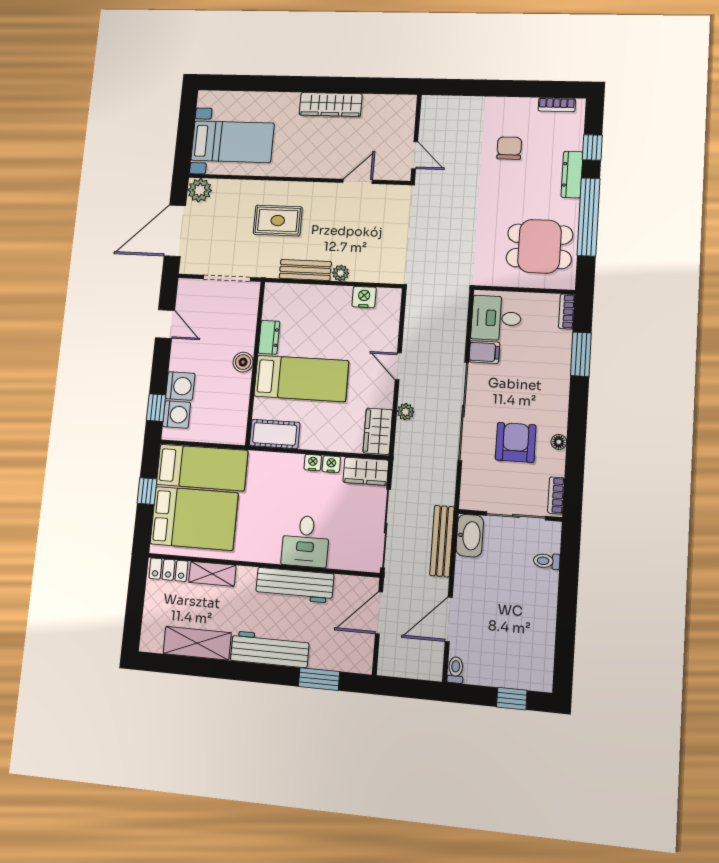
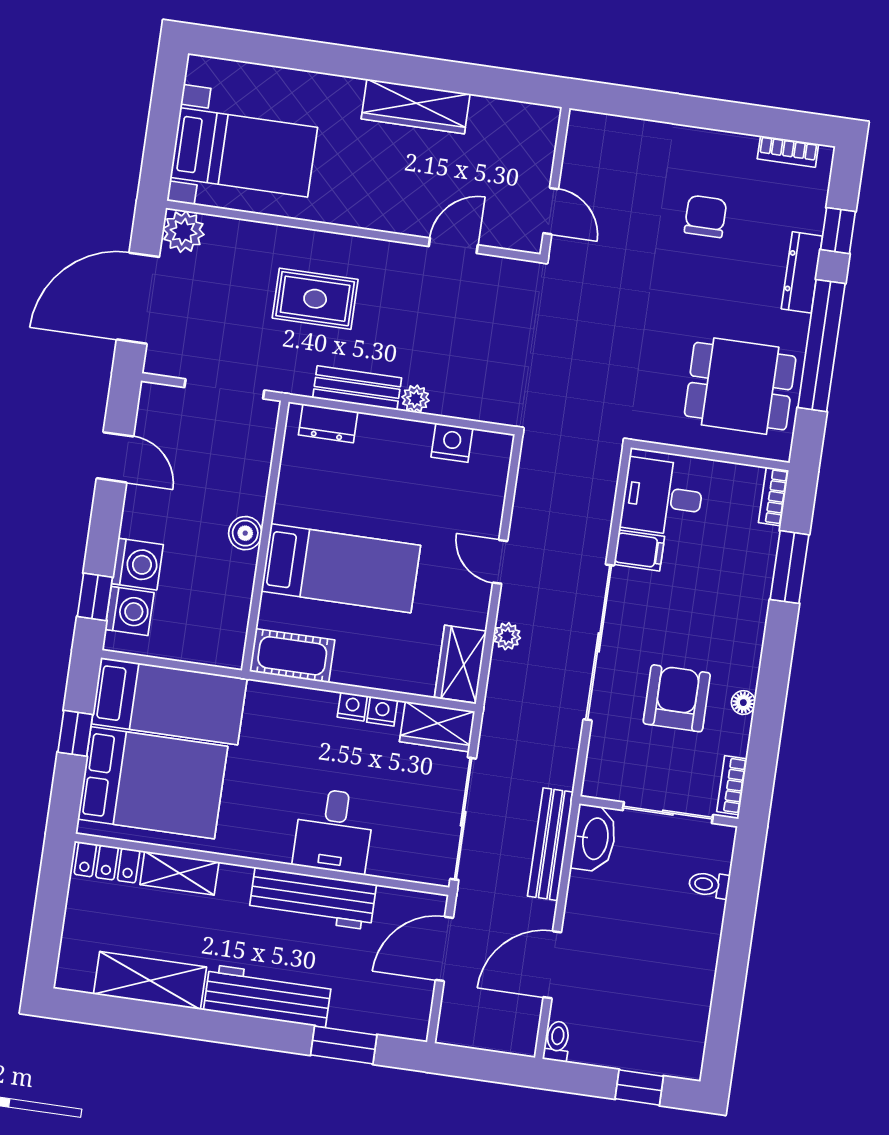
dresser: (269, 337) -> (328, 423), moved, turned 90

